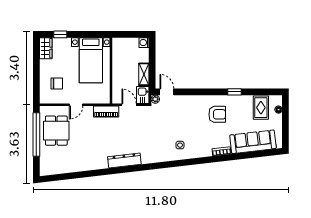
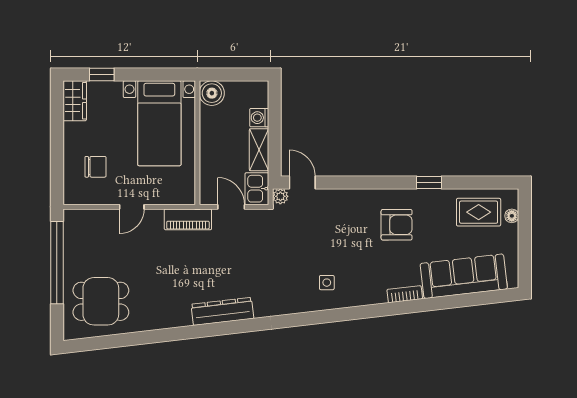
washing machine: (144, 43) -> (259, 118), moved
boiler: (119, 44) -> (212, 93), added
rug: (261, 108) -> (479, 212), turned 90
dining table: (56, 131) -> (101, 301), moved, turned 90

